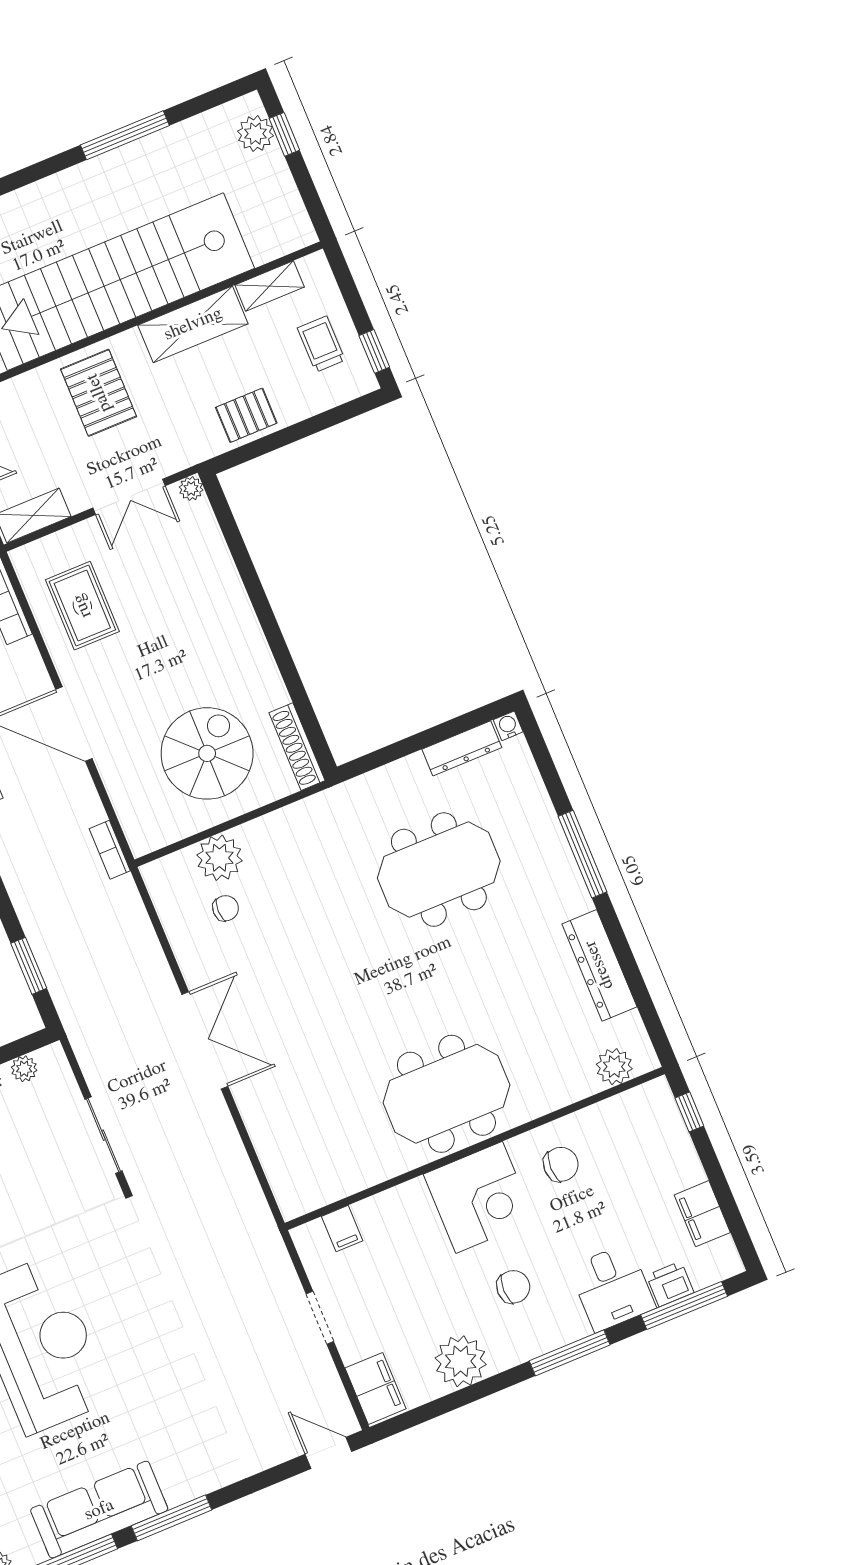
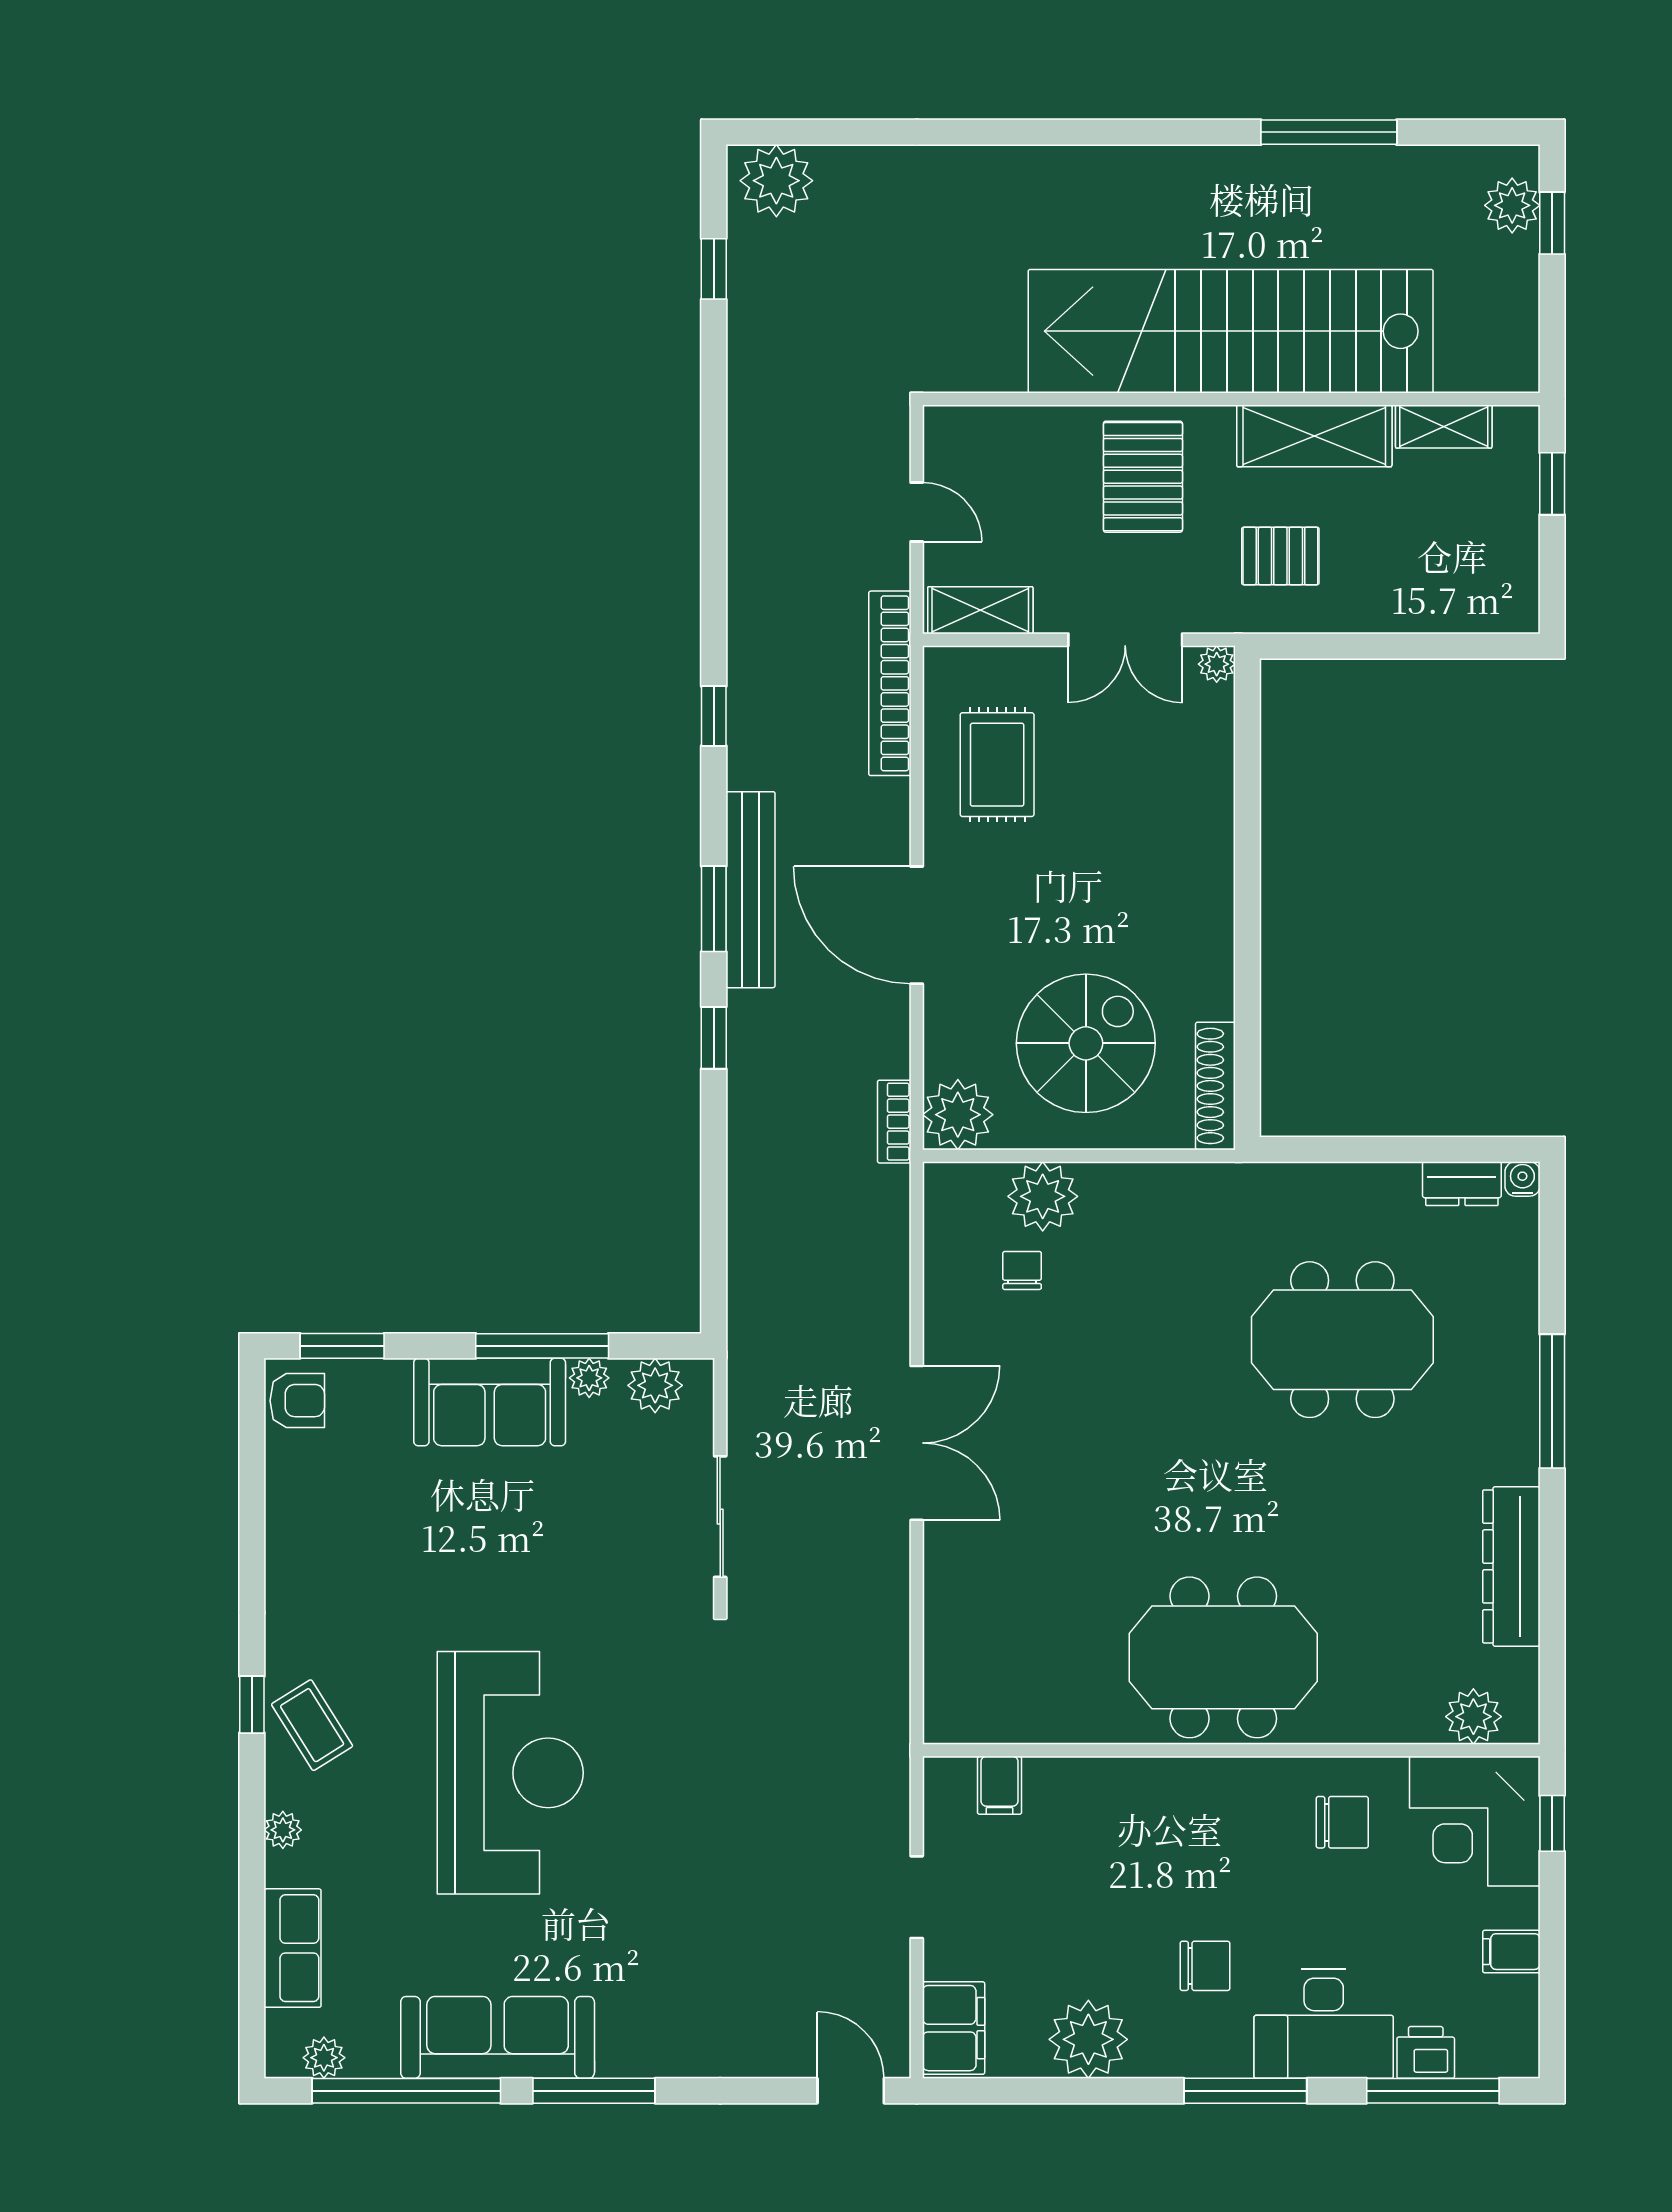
trolley: (321, 344) -> (1482, 537), removed
window: (374, 351) -> (1552, 484), moved
pallet: (246, 415) -> (1280, 556), moved
dresser: (462, 748) -> (1462, 1184), width x0.70
plant: (147, 829) -> (958, 1115), added
chair: (226, 908) -> (1022, 1270), turned -90
window: (29, 966) -> (714, 1237), removed
plant: (24, 1069) -> (655, 1385), width x1.38, depth x1.38
corner desk: (479, 1197) -> (1475, 1821), moved, turned 90
filing cabinet: (702, 1214) -> (1511, 1952), width x0.50
desk: (612, 1287) -> (1324, 2024), width x1.37

